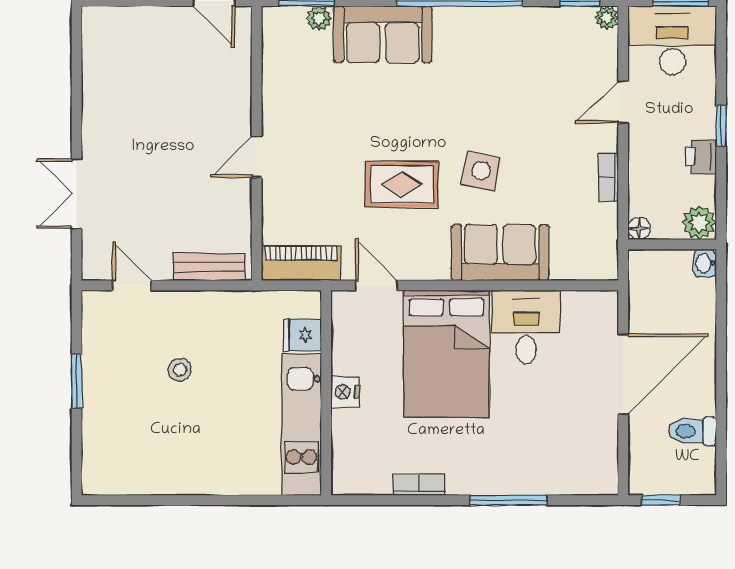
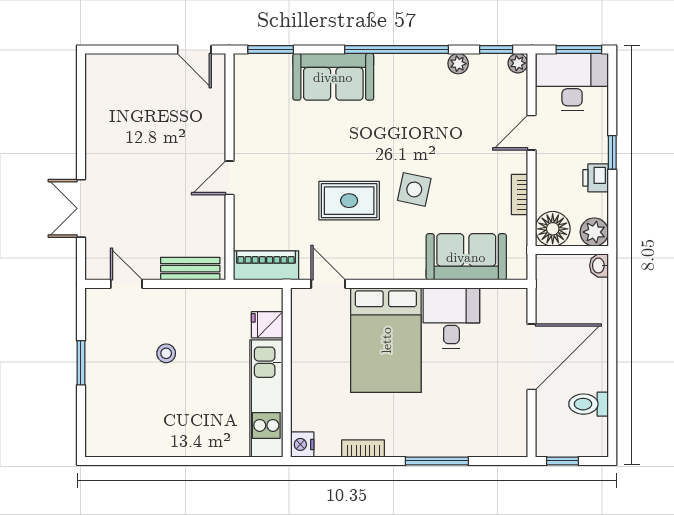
plant: (319, 18) -> (458, 64), moved
floor lamp: (639, 228) -> (553, 229), width x1.89, depth x1.89
sofa: (500, 253) -> (466, 257), moved
nightstand: (345, 392) -> (302, 444), moved

